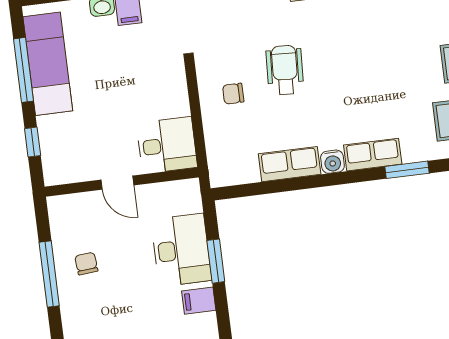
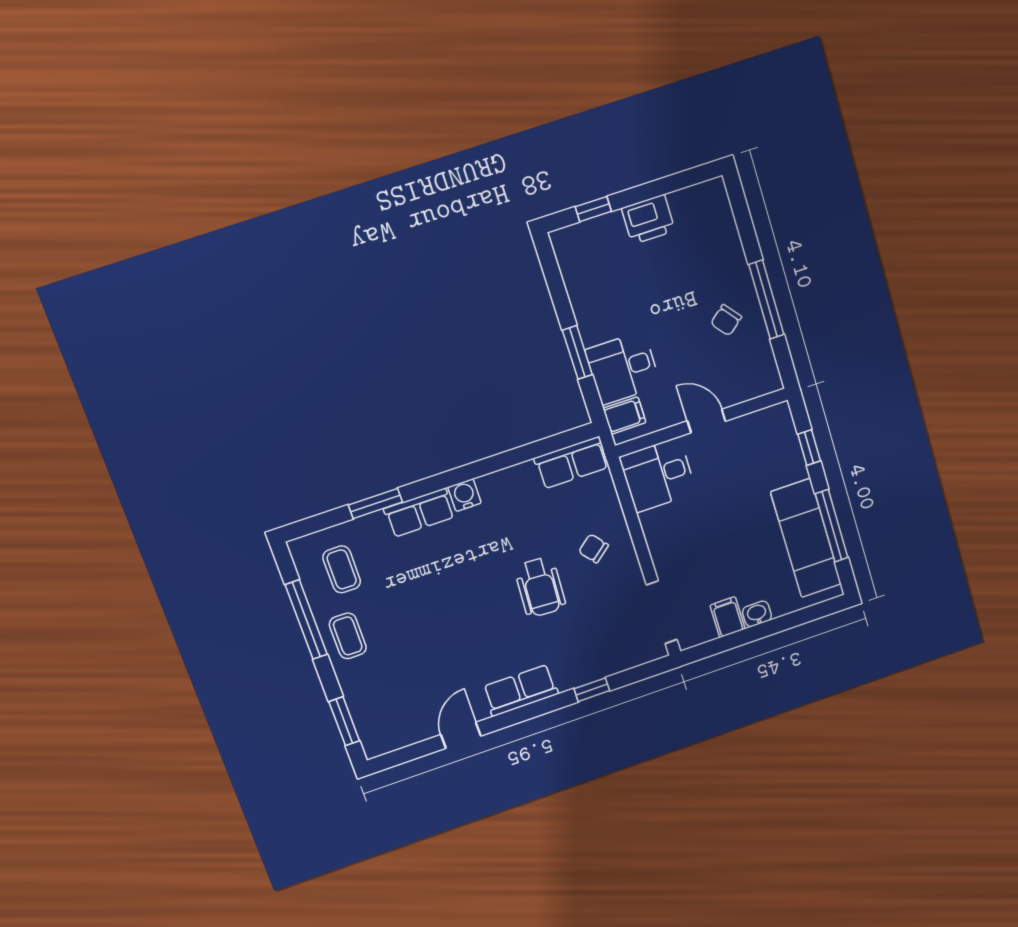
chair: (233, 94) -> (593, 548), turned -129
row of seats: (290, 164) -> (571, 463), moved
desk: (181, 250) -> (623, 368), width x0.73
chair: (86, 264) -> (726, 320), turned 56
filing cabinet: (199, 301) -> (624, 415), moved

